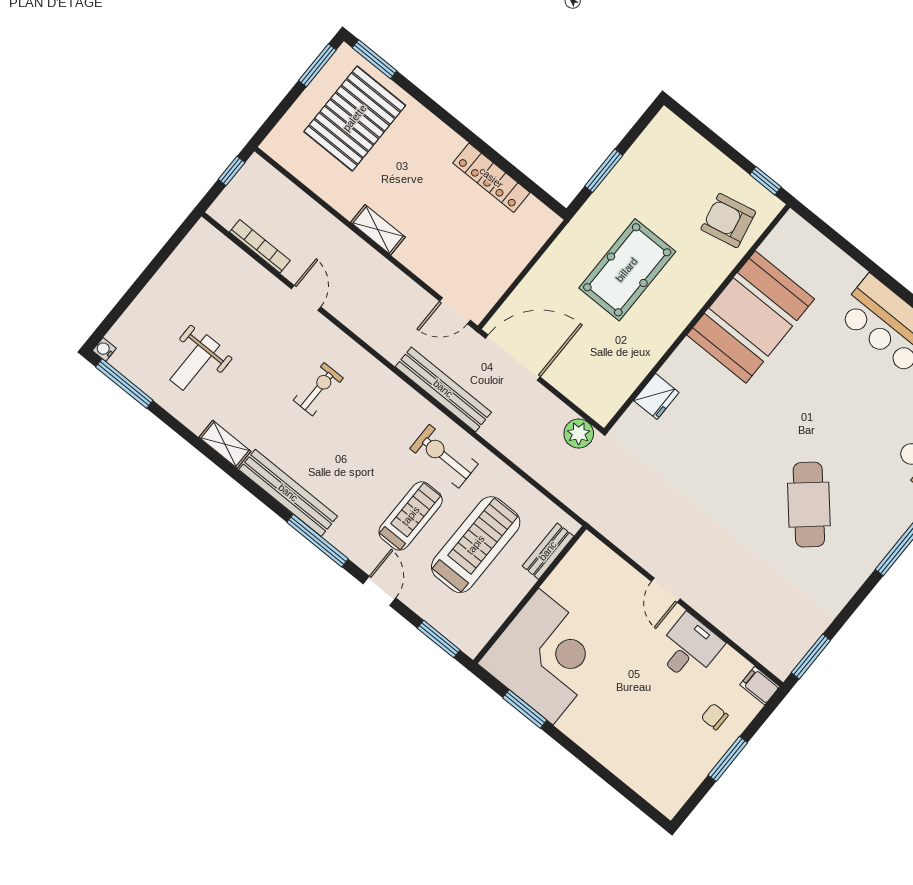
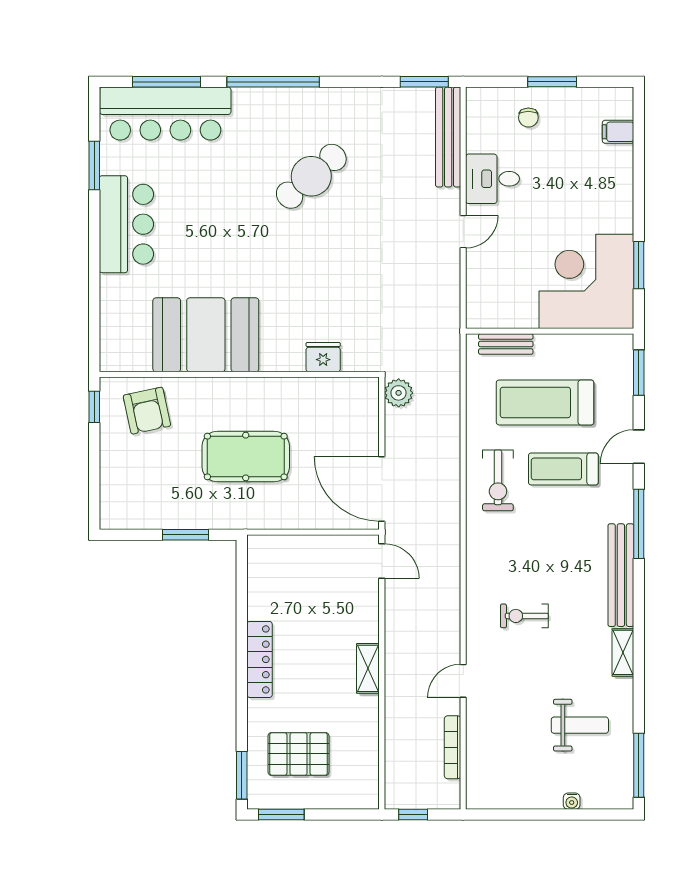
pallet: (355, 118) -> (298, 754), width x0.73, depth x0.71
locker: (491, 178) -> (260, 659), moved
water cooler: (104, 349) -> (572, 801), moved
bench: (443, 389) -> (448, 137), moved
filing cabinet: (760, 686) -> (618, 132), moved, turned 90

